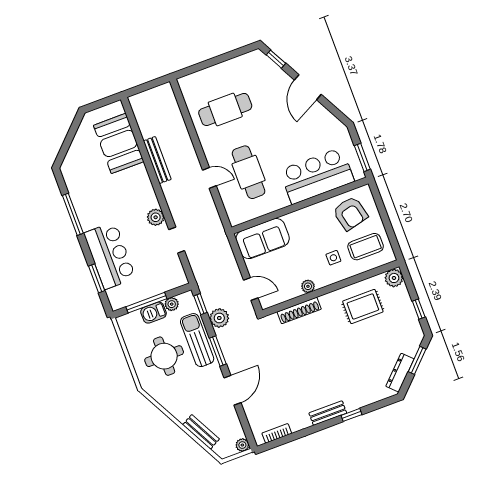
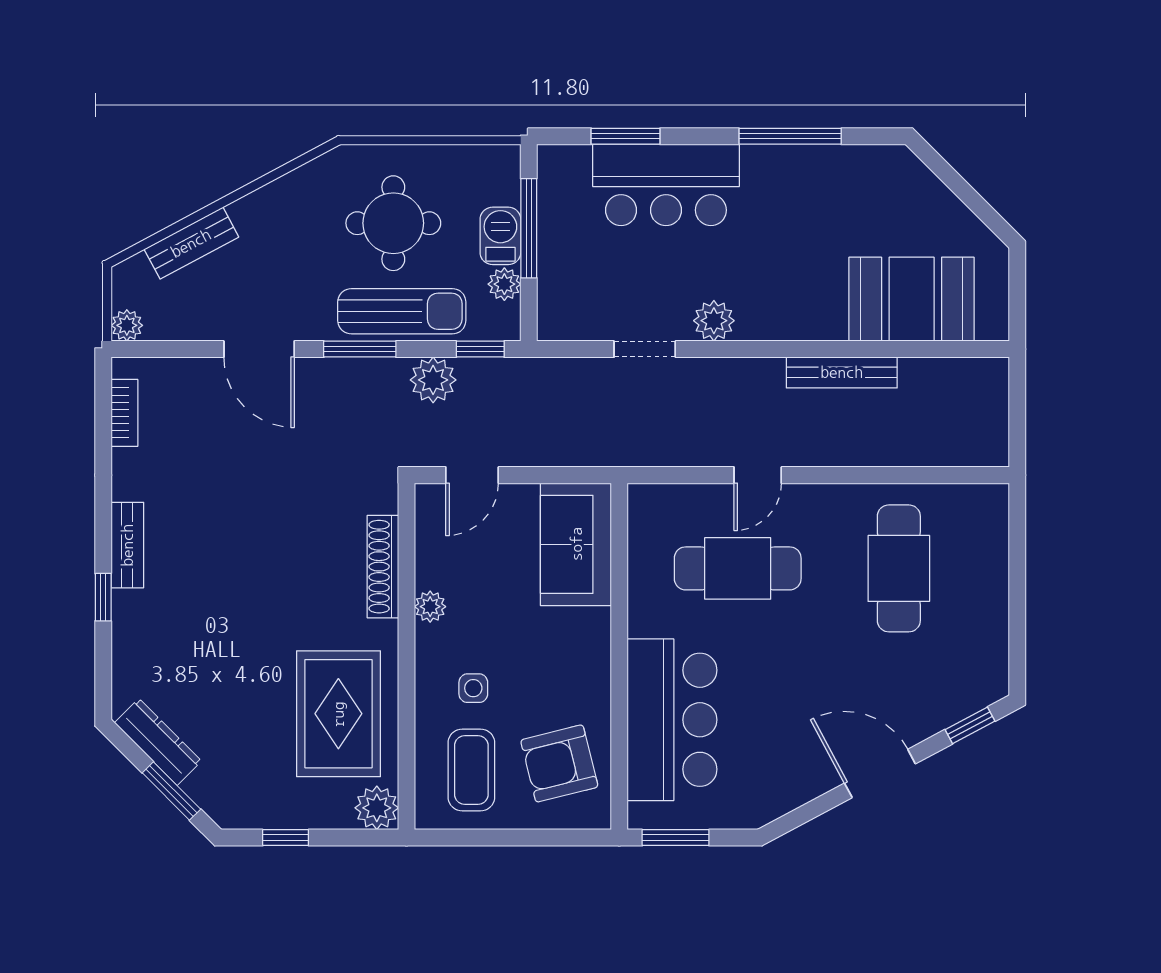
rug: (363, 306) -> (338, 714), width x1.36, depth x1.43

